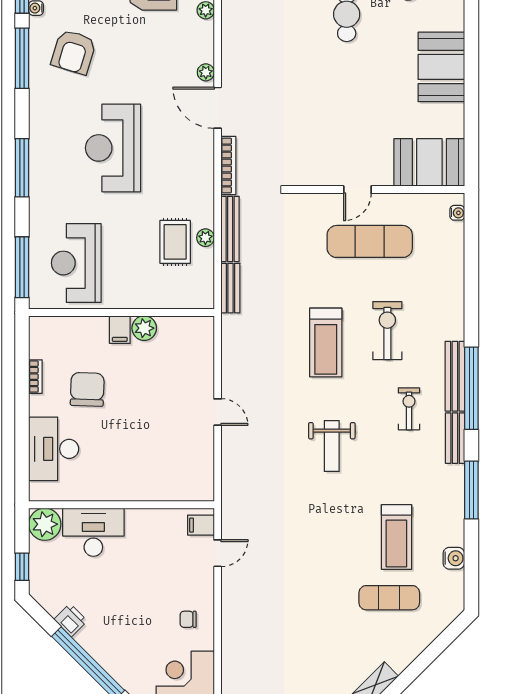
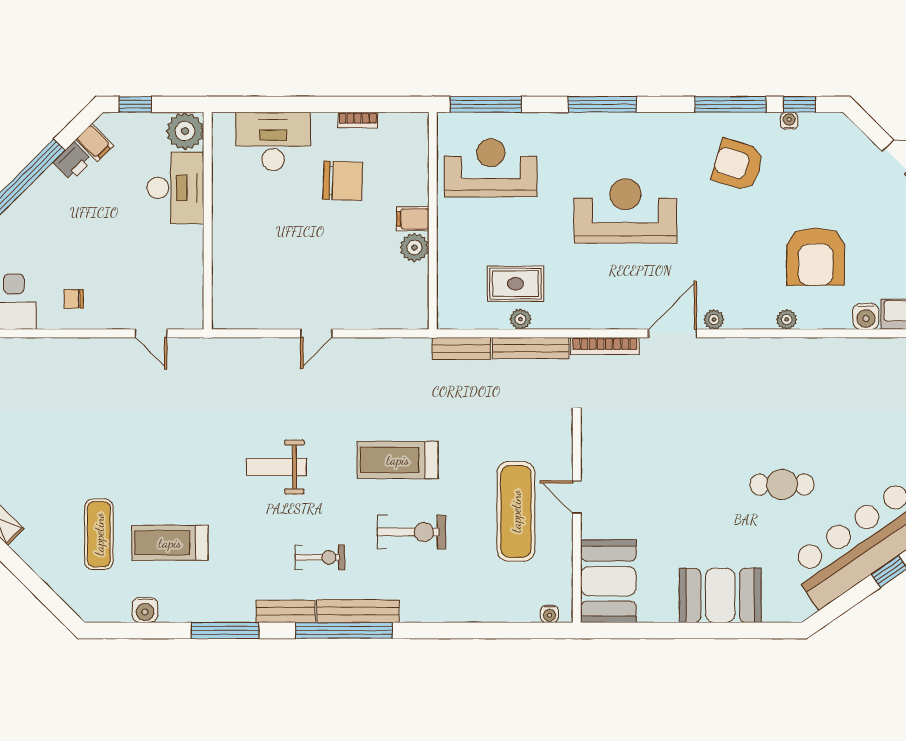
filing cabinet: (201, 525) -> (94, 143), moved, turned 135
chair: (188, 619) -> (74, 299), turned -90

